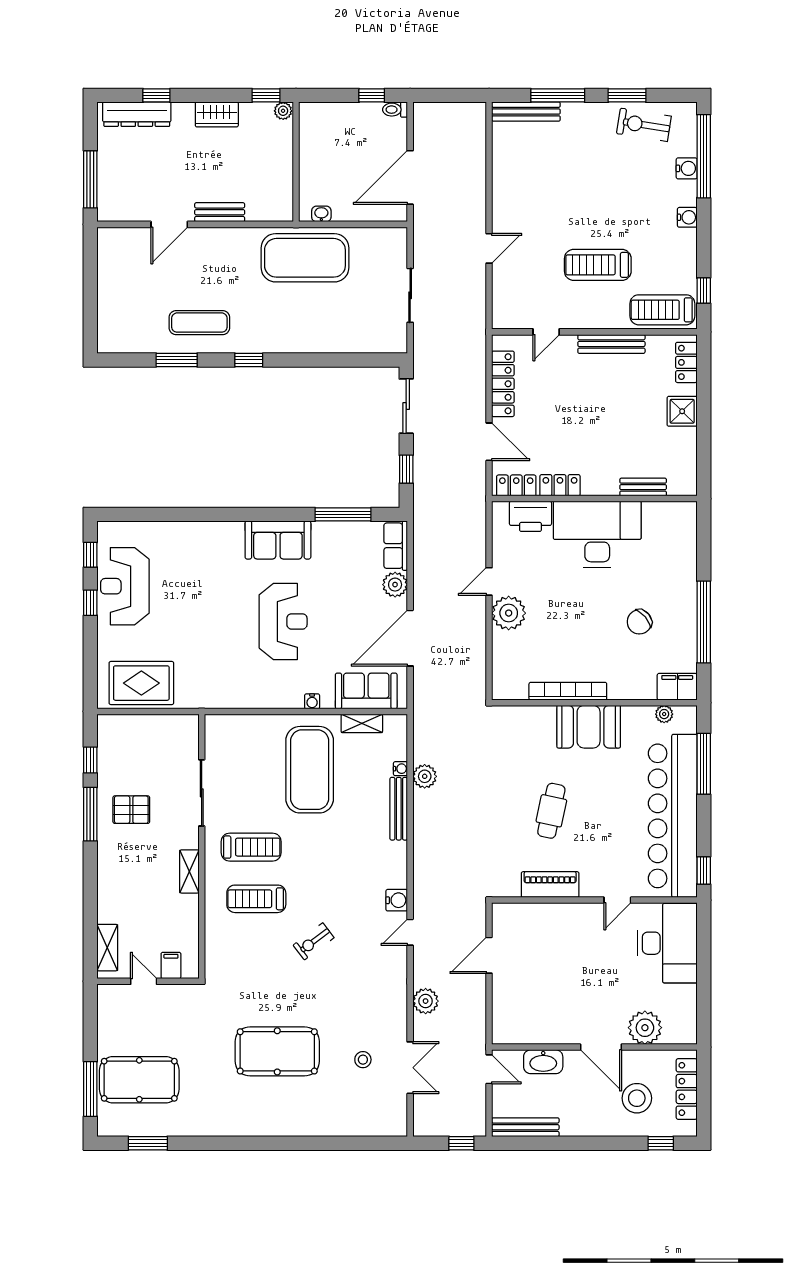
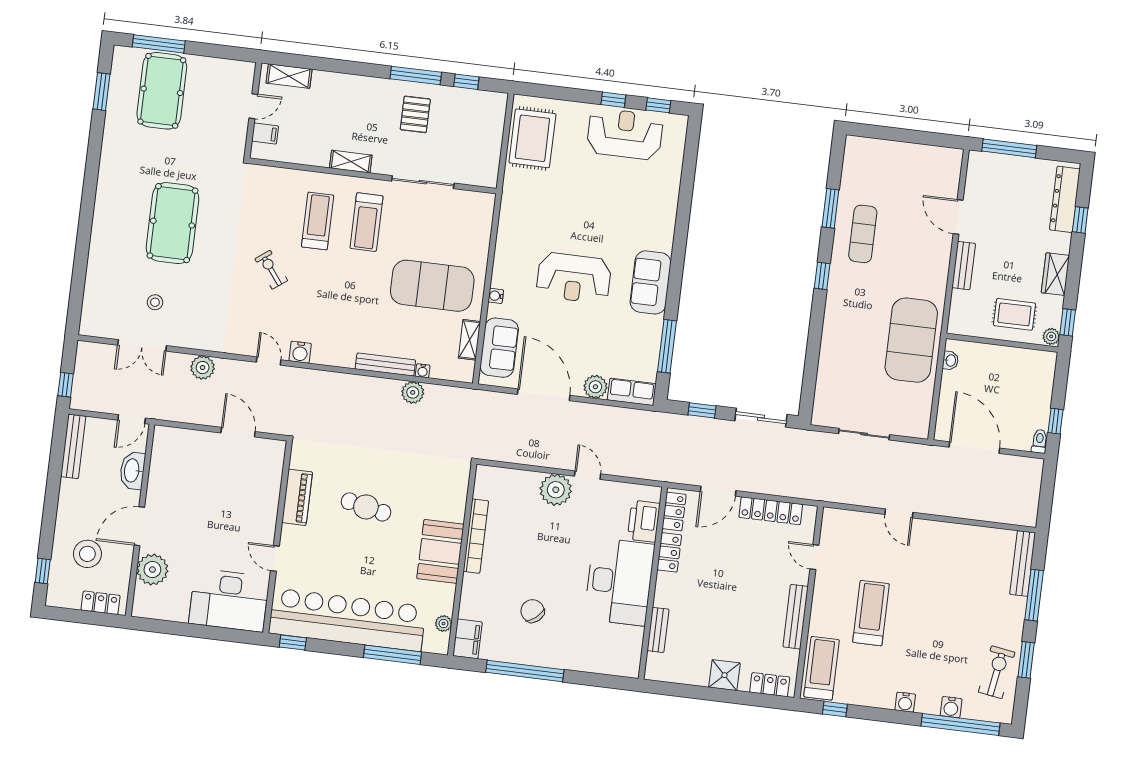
rug: (264, 152) -> (1014, 314), added
locker: (687, 1089) -> (101, 603), width x0.66

